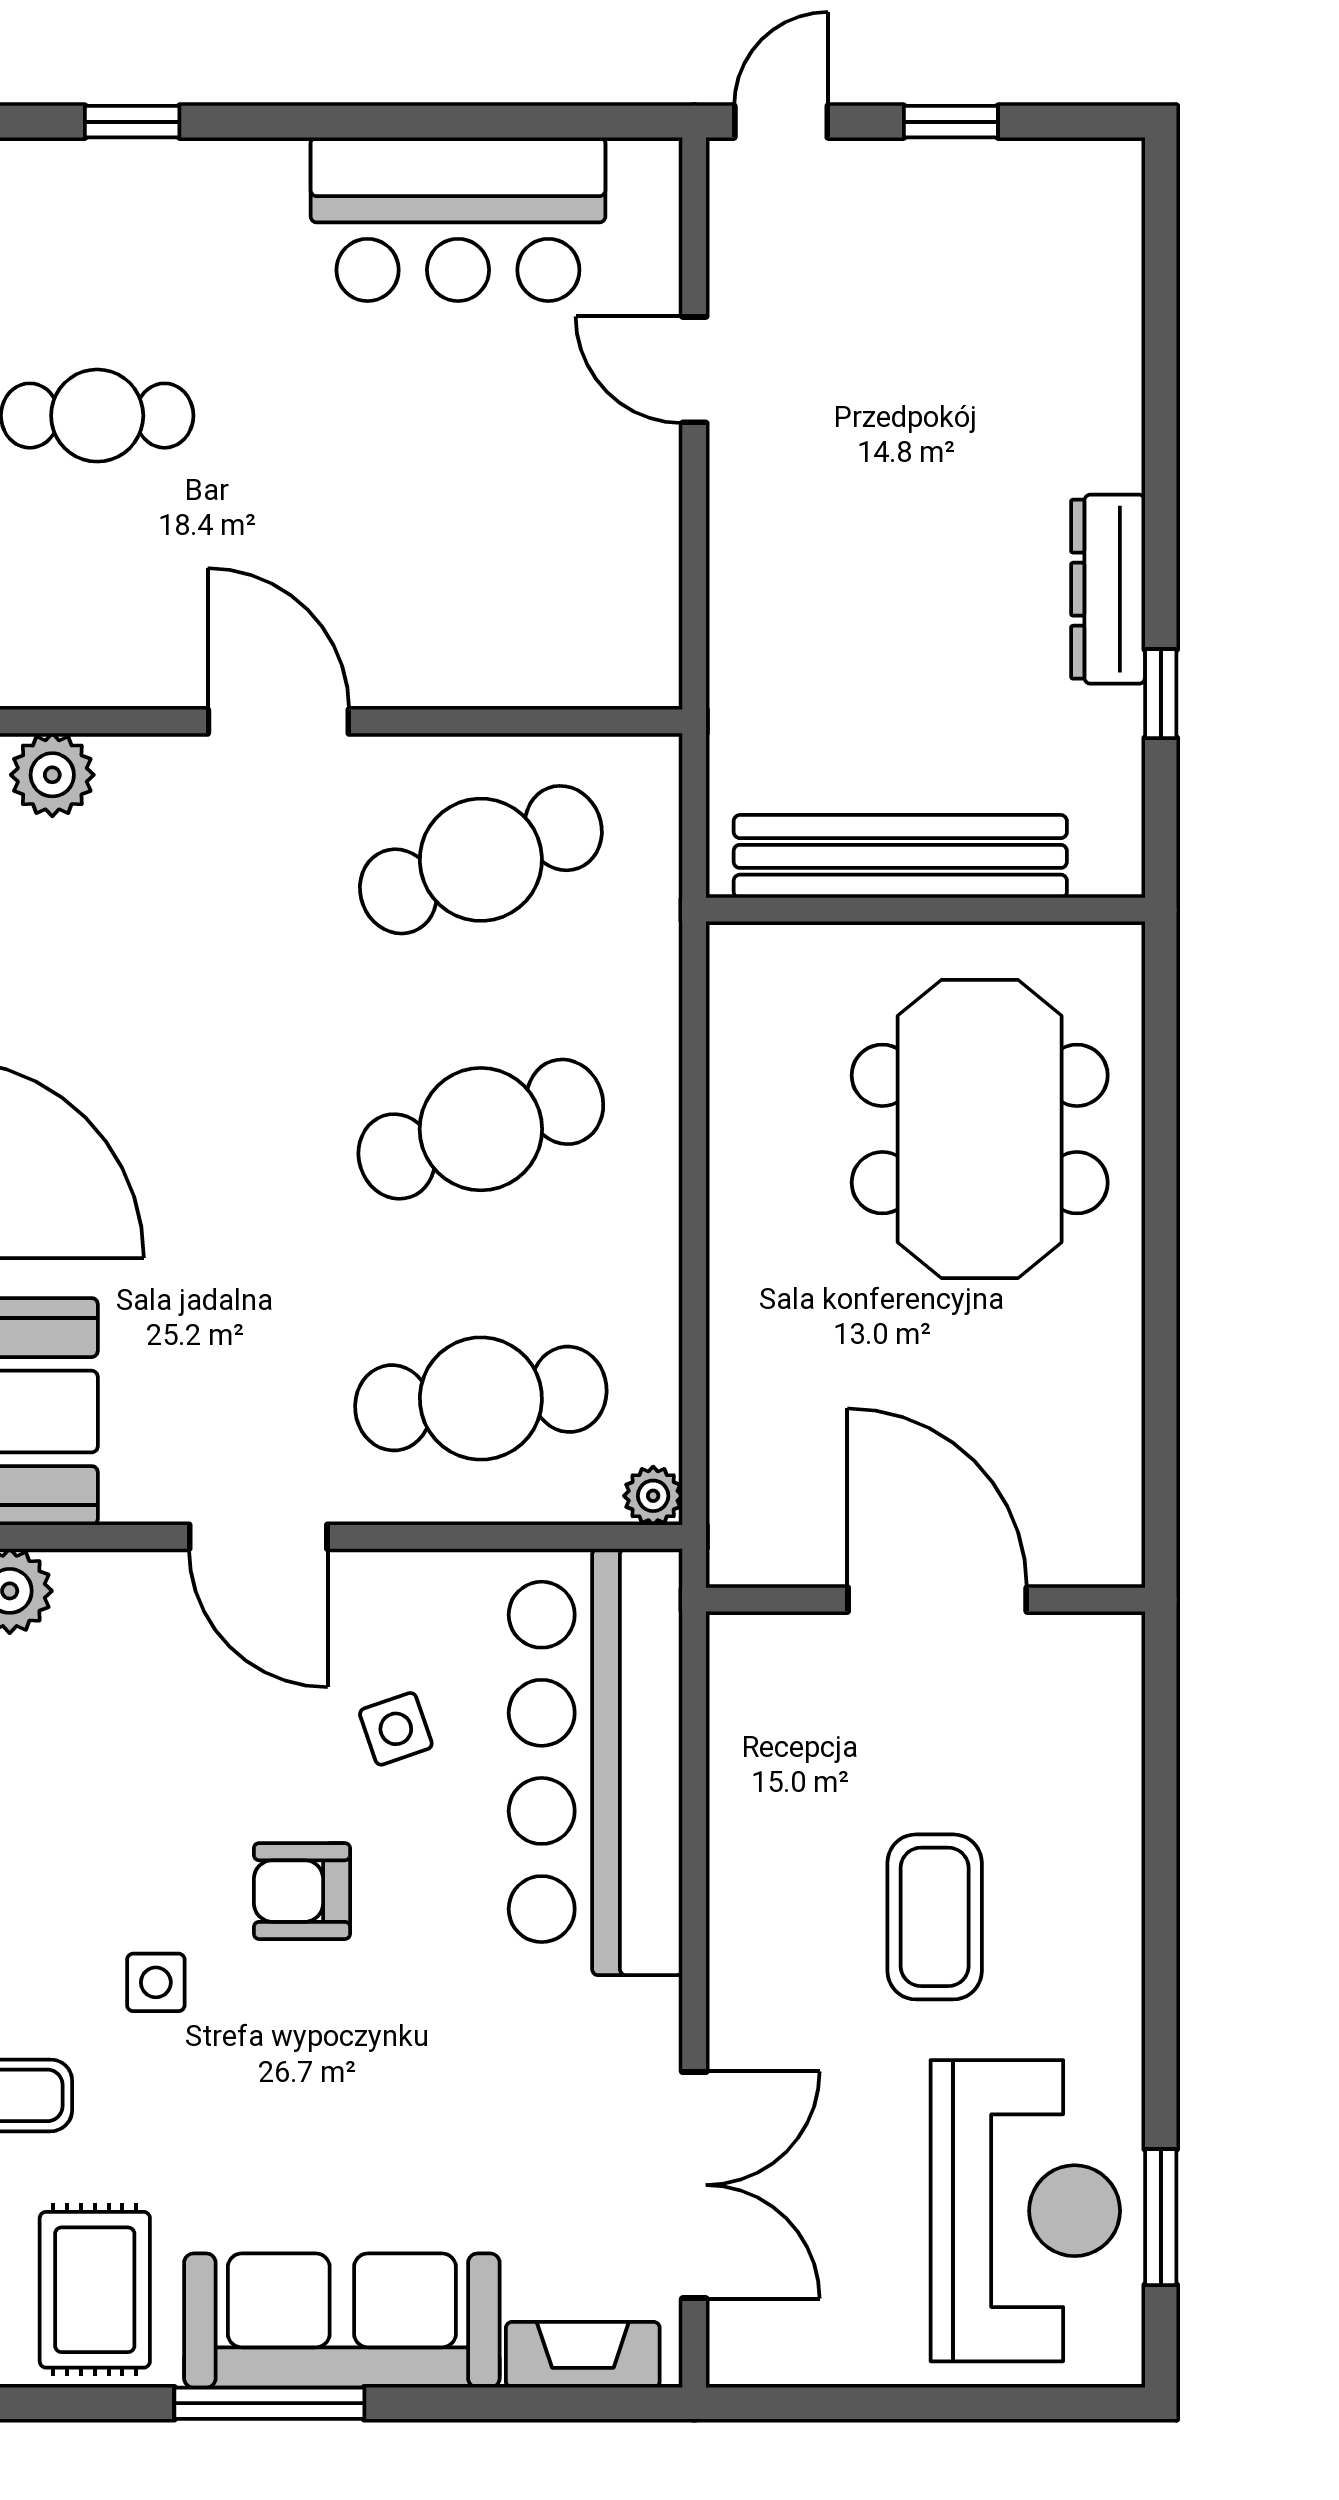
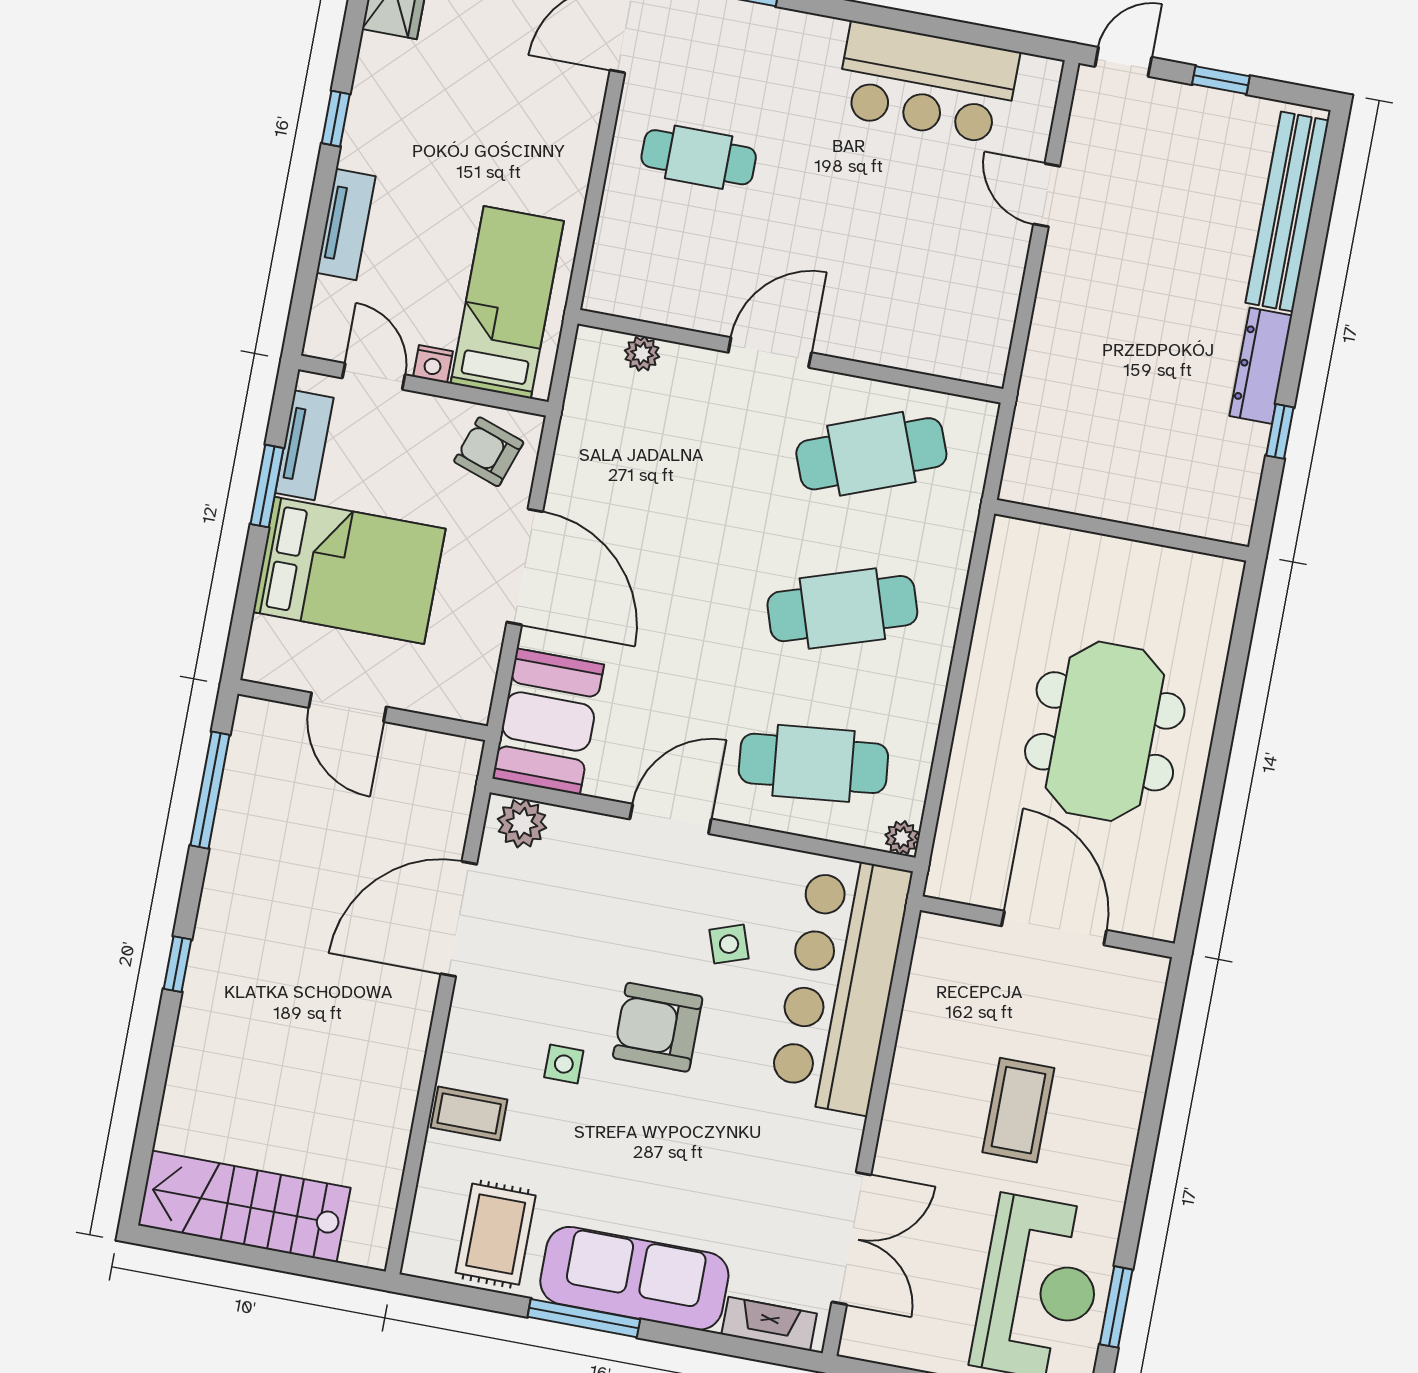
door: (278, 721) -> (770, 352), hinge flipped
plant: (52, 775) -> (642, 354), width x0.73, depth x0.73
bench: (900, 856) -> (1287, 212), moved, turned 90
meeting table: (980, 1129) -> (1105, 731), moved
door: (258, 1537) -> (671, 819), swing flipped
armchair: (302, 1891) -> (658, 1027), width x1.38, depth x1.38

